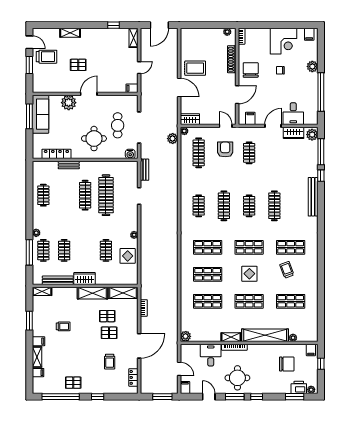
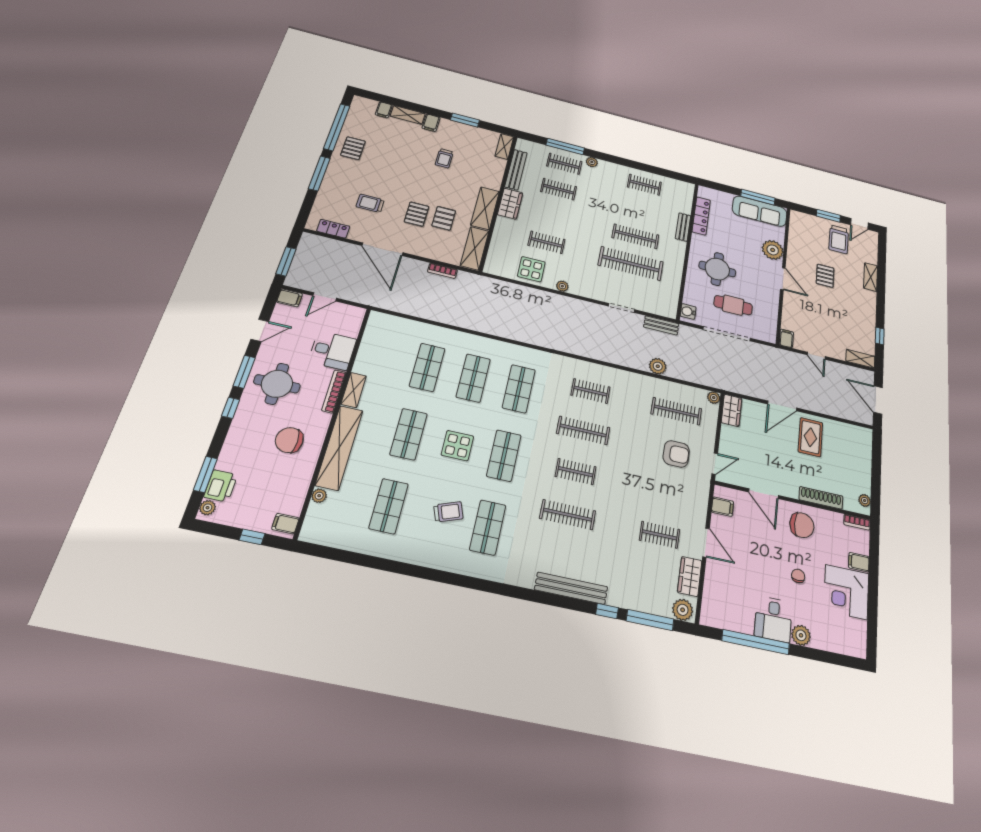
filing cabinet: (309, 34) -> (859, 562), moved
desk: (293, 114) -> (773, 619), moved, turned -90
plant: (173, 139) -> (658, 366), moved
clothes rail: (249, 153) -> (660, 535), moved
plant: (186, 336) -> (377, 320), removed
chair: (287, 364) -> (289, 440), moved, turned 90
window: (98, 397) -> (319, 173), width x2.17

